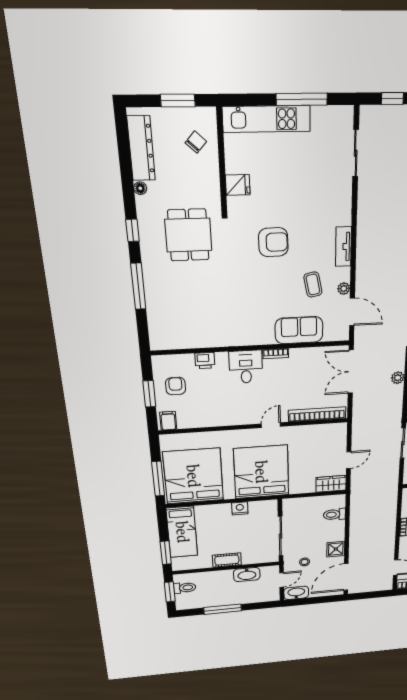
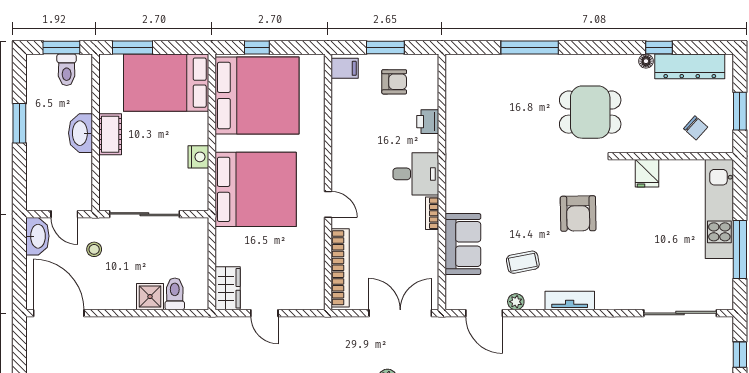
sliding door: (356, 153) -> (680, 313), width x1.37
window: (132, 230) -> (659, 47), moved
door: (352, 312) -> (484, 313), hinge flipped
window: (158, 479) -> (257, 47), width x0.46
bed: (182, 532) -> (166, 83), width x1.50
shower: (336, 549) -> (150, 297), moved
washbasin: (247, 574) -> (81, 133), moved
window: (223, 609) -> (19, 123), width x0.69

